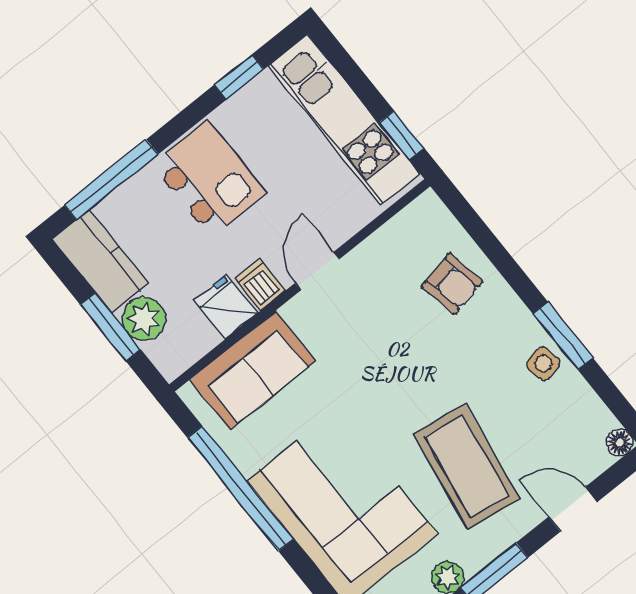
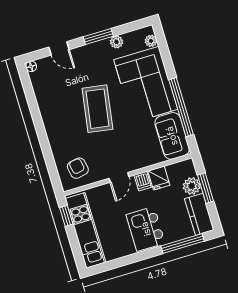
window: (239, 77) -> (119, 263), removed
armchair: (452, 284) -> (78, 168), moved
window: (563, 336) -> (36, 115), removed
side table: (543, 364) -> (48, 108), removed
sofa: (253, 370) -> (172, 136), moved, turned -90
coffee table: (467, 466) -> (97, 109), moved

